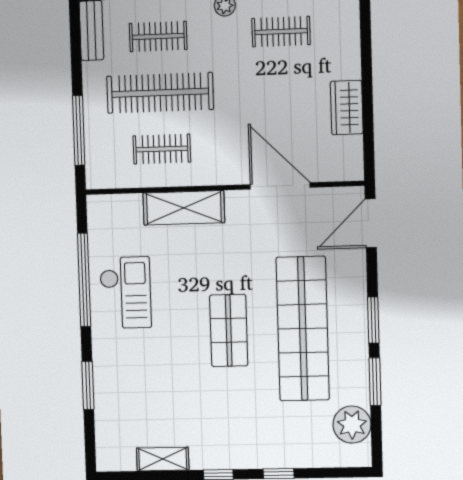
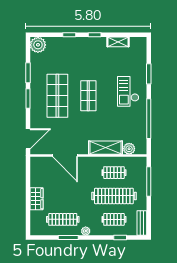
clothes rail: (281, 32) -> (63, 219), width x1.36
wardrobe: (347, 108) -> (37, 199), moved
plant: (128, 207) -> (129, 149), added
checkout: (126, 293) -> (128, 91), moved
shop shelf: (303, 329) -> (57, 96), width x0.71
plant: (352, 425) -> (38, 45), moved

